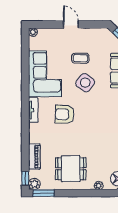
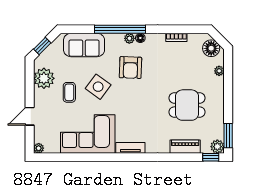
door: (71, 24) -> (30, 116), moved
plant: (92, 37) -> (44, 78), added
armchair: (65, 114) -> (130, 68), moved
dining table: (71, 169) -> (187, 105), moved, turned 90

